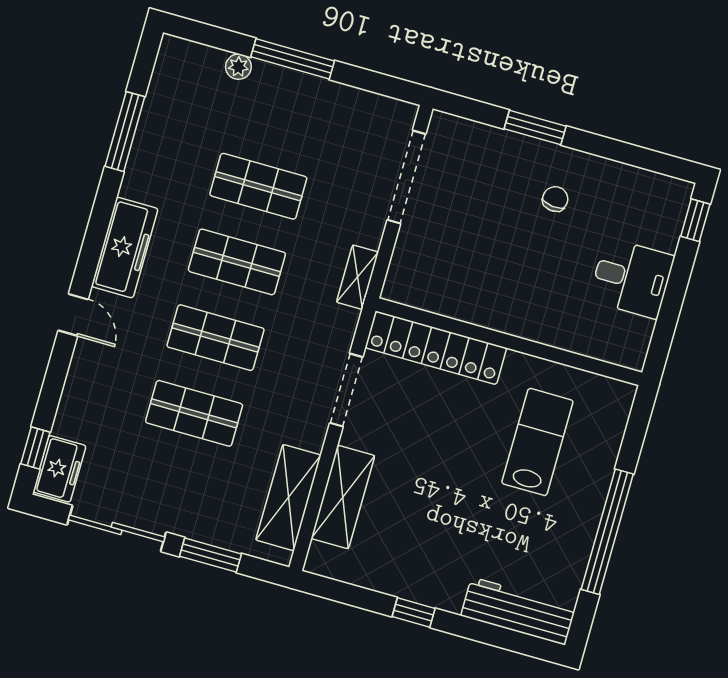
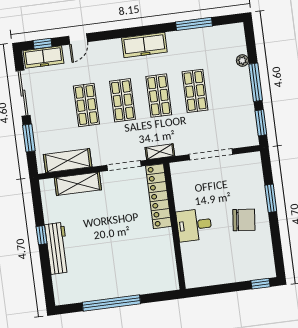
window: (377, 83) -> (261, 123), added
doorway: (407, 177) -> (211, 154), moved
chair: (555, 199) -> (244, 220), width x1.87, depth x1.87
shelving: (357, 277) -> (160, 152), moved
desk: (632, 278) -> (194, 225), moved, turned 90
door: (73, 315) -> (78, 39), moved
lab bench: (537, 442) -> (137, 257), removed
freezer: (59, 469) -> (43, 57), width x1.40
workbench: (518, 611) -> (57, 248), moved

